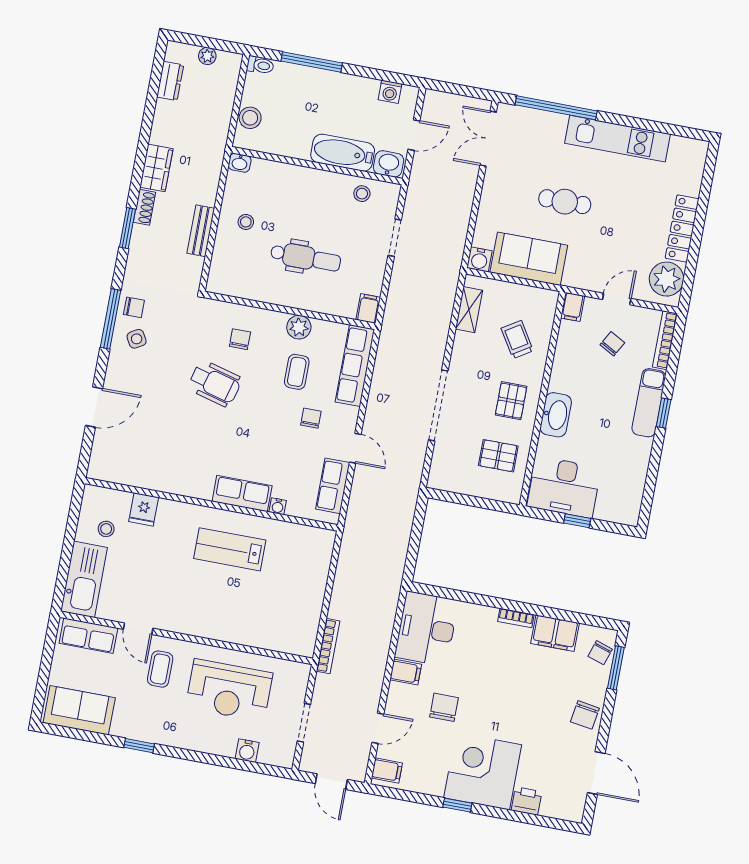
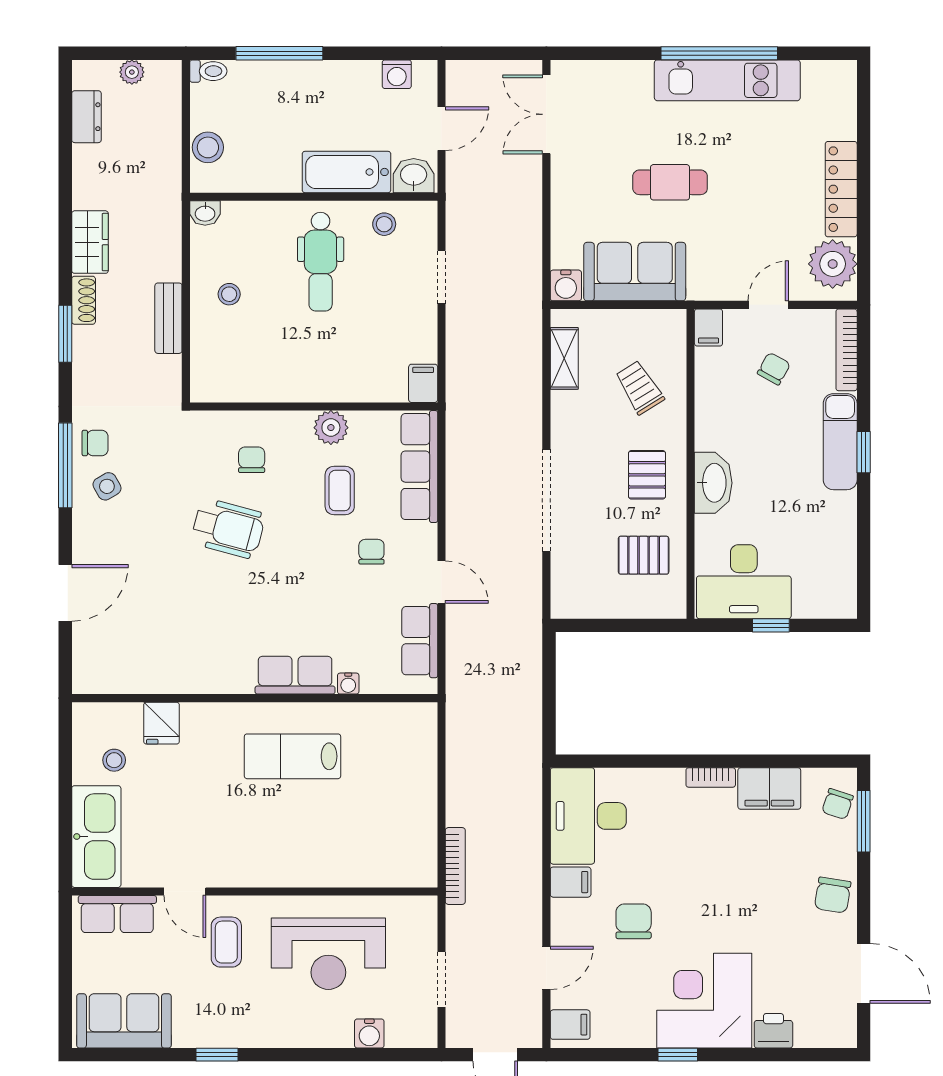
window: (556, 108) -> (719, 53), moved
dental chair: (306, 258) -> (321, 262), moved, turned 90

